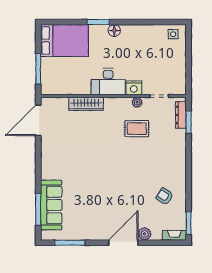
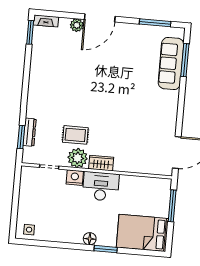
plant: (137, 102) -> (78, 158), width x1.87, depth x1.87
wardrobe: (86, 104) -> (101, 163), moved, width x0.67
dresser: (181, 115) -> (29, 132), moved
armchair: (165, 196) -> (53, 62), removed

